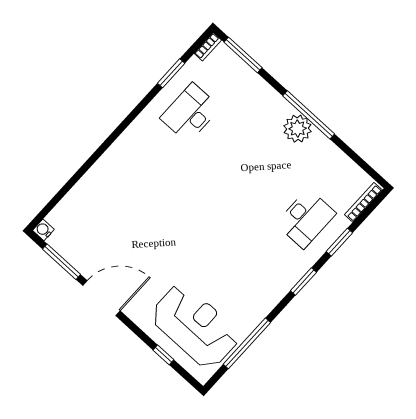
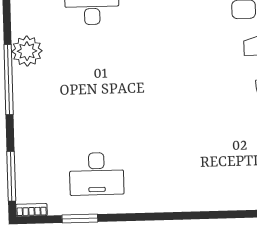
plant: (298, 129) -> (27, 51), moved

